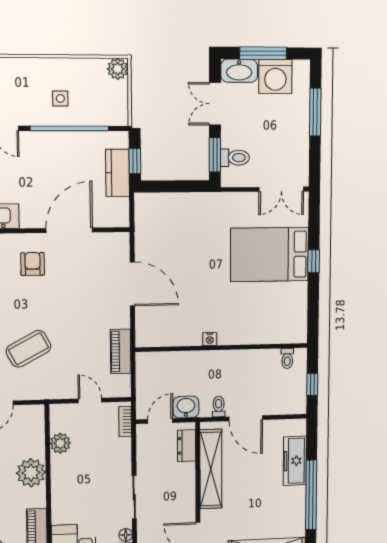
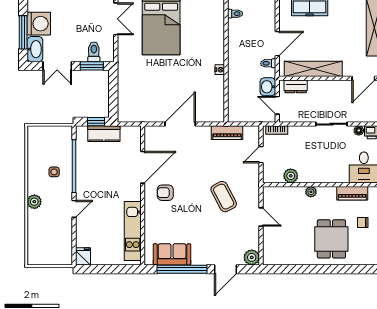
plant: (118, 69) -> (34, 202), moved
door: (69, 230) -> (143, 167), swing flipped
plant: (31, 473) -> (311, 192), width x0.53, depth x0.53

